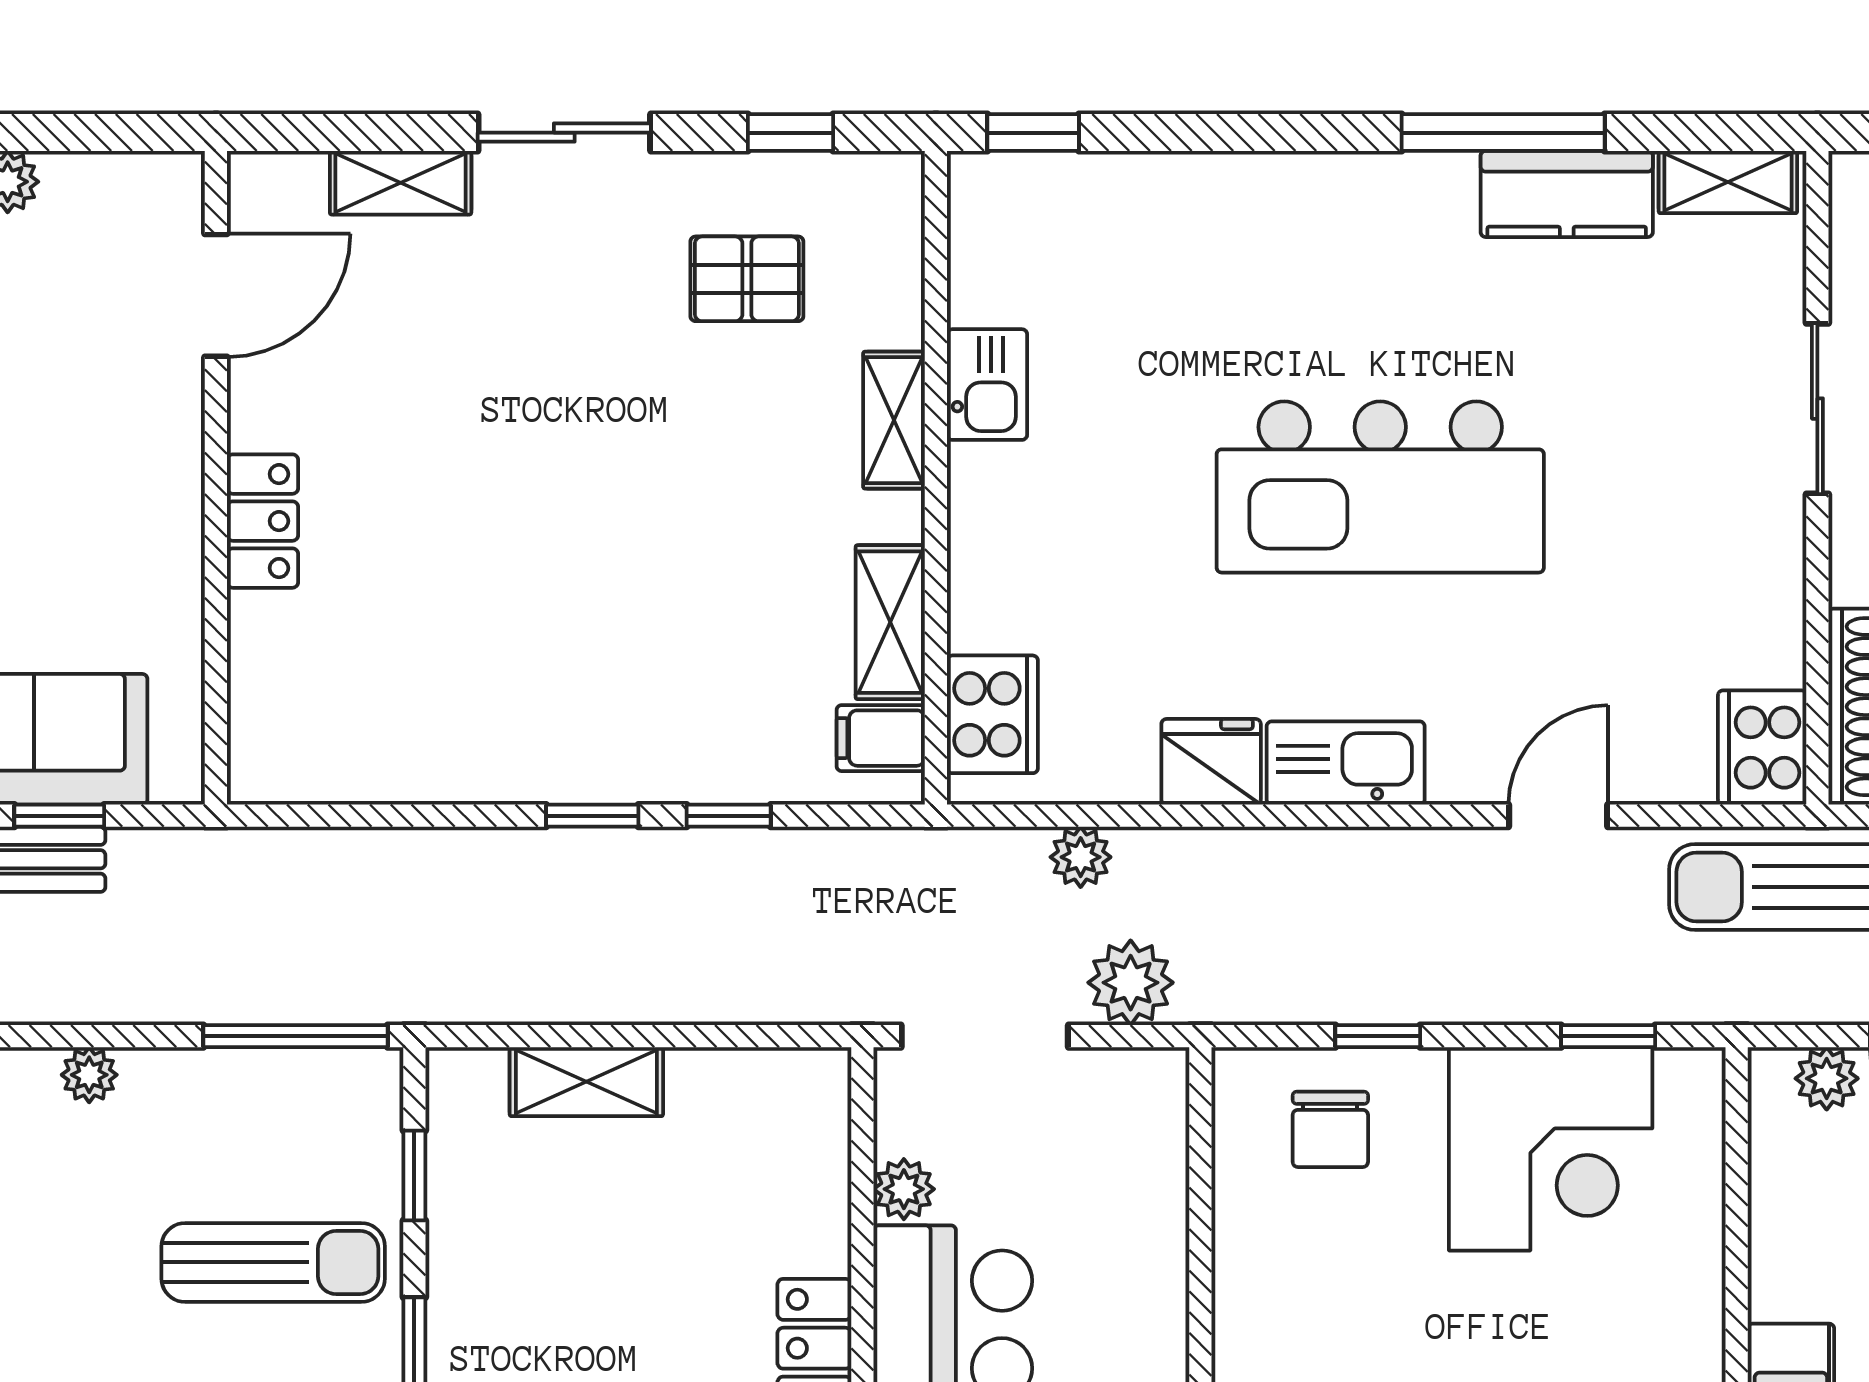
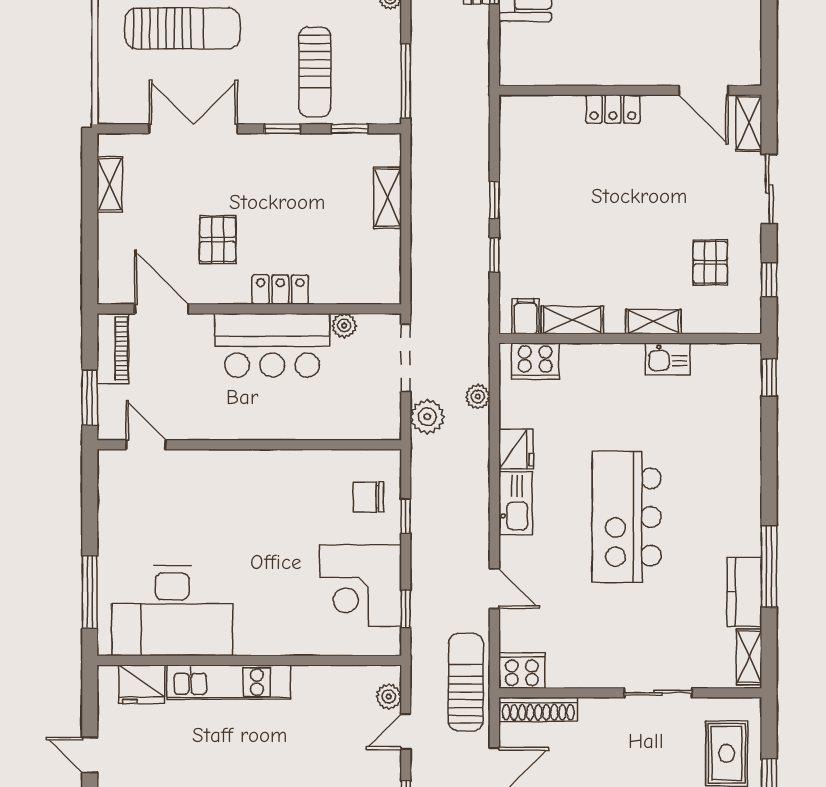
door: (216, 295) -> (704, 90), moved
wall: (216, 478) -> (630, 90), moved
locker: (263, 521) -> (613, 109), moved

